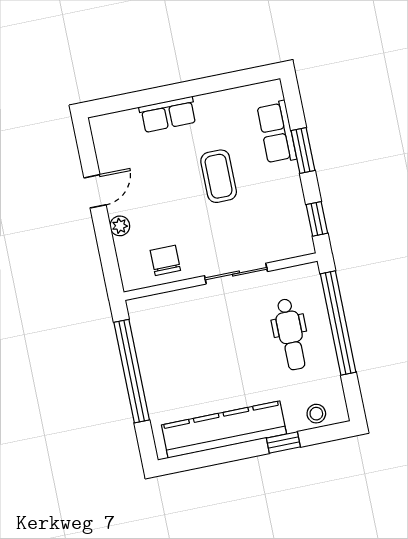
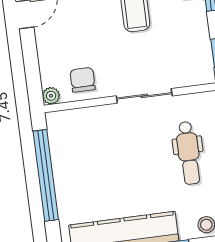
plant: (120, 226) -> (51, 96), moved

